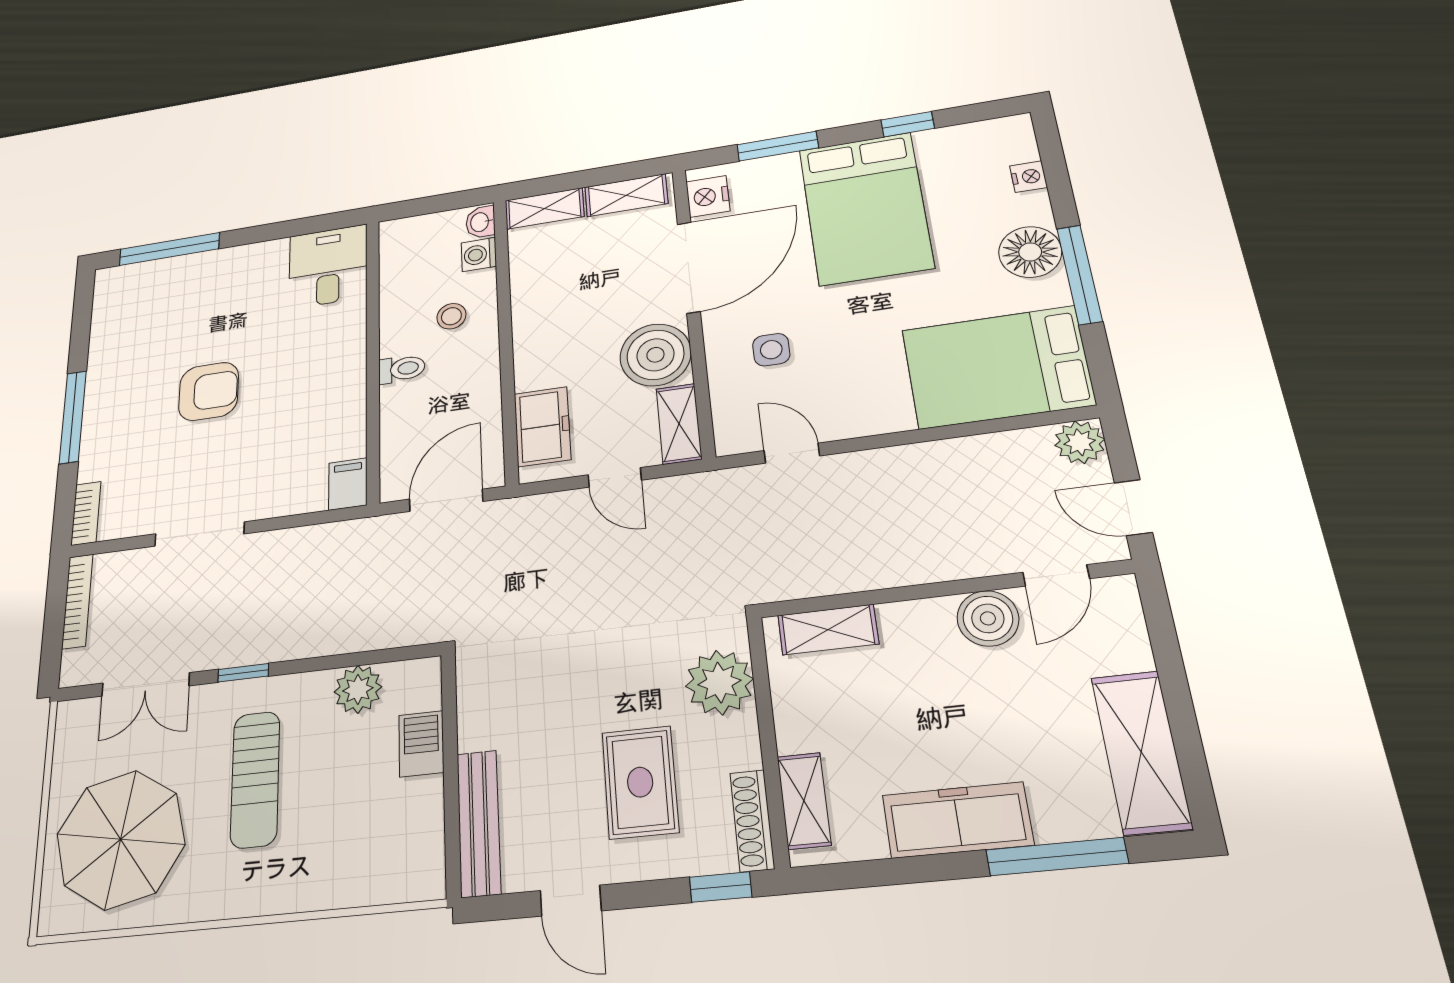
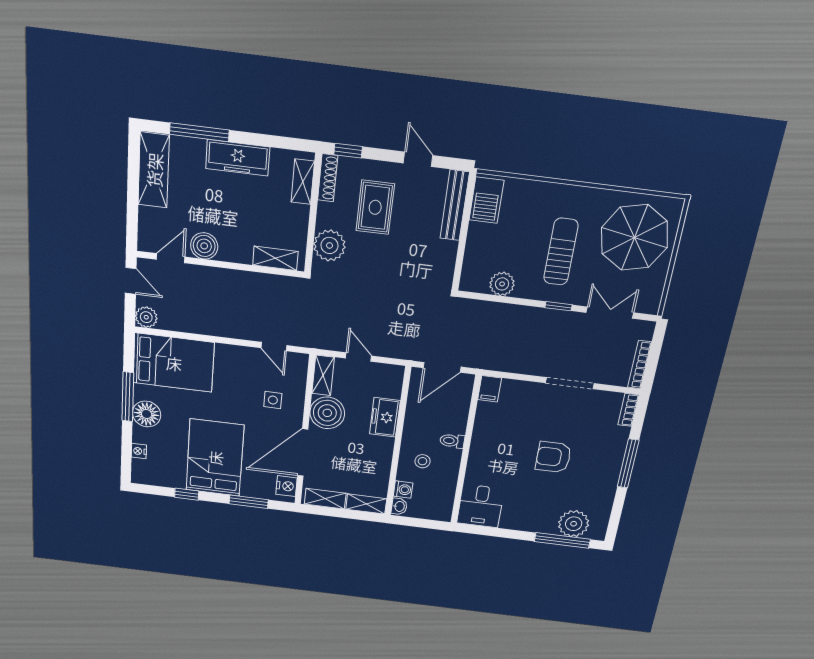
plant: (154, 284) -> (574, 524), added
freezer: (542, 427) -> (385, 417), moved
barbecue: (421, 744) -> (486, 200), moved, width x1.38, depth x1.27

